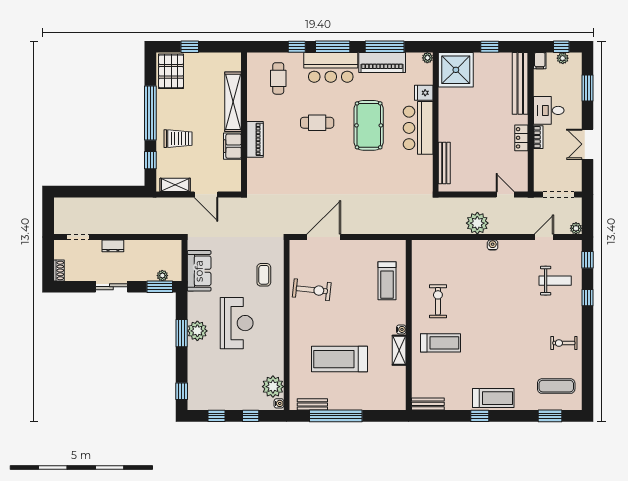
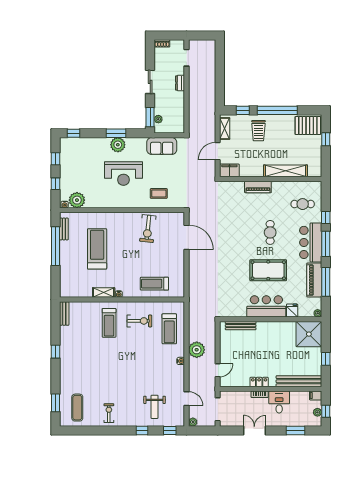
filing cabinet: (232, 146) -> (229, 170), moved
treadmill: (493, 398) -> (169, 329), moved

